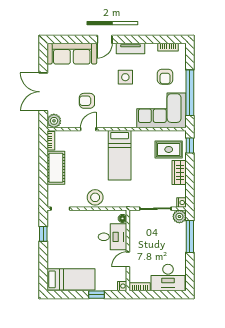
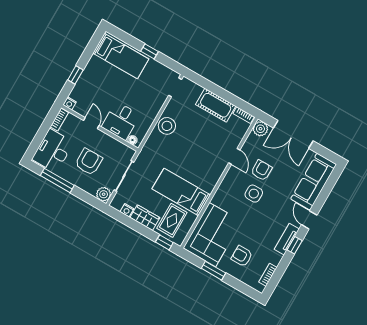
window: (132, 39) -> (295, 245), added
side table: (125, 77) -> (254, 194), moved
double door: (43, 92) -> (293, 134), swing flipped
window: (190, 93) -> (213, 271), width x0.47
bed: (120, 155) -> (181, 192), moved
nightstand: (181, 203) -> (127, 210), moved
window: (43, 234) -> (150, 51), moved
window: (190, 236) -> (57, 180), moved
armchair: (160, 244) -> (89, 162), added
bed: (71, 279) -> (121, 56), moved, turned -90

